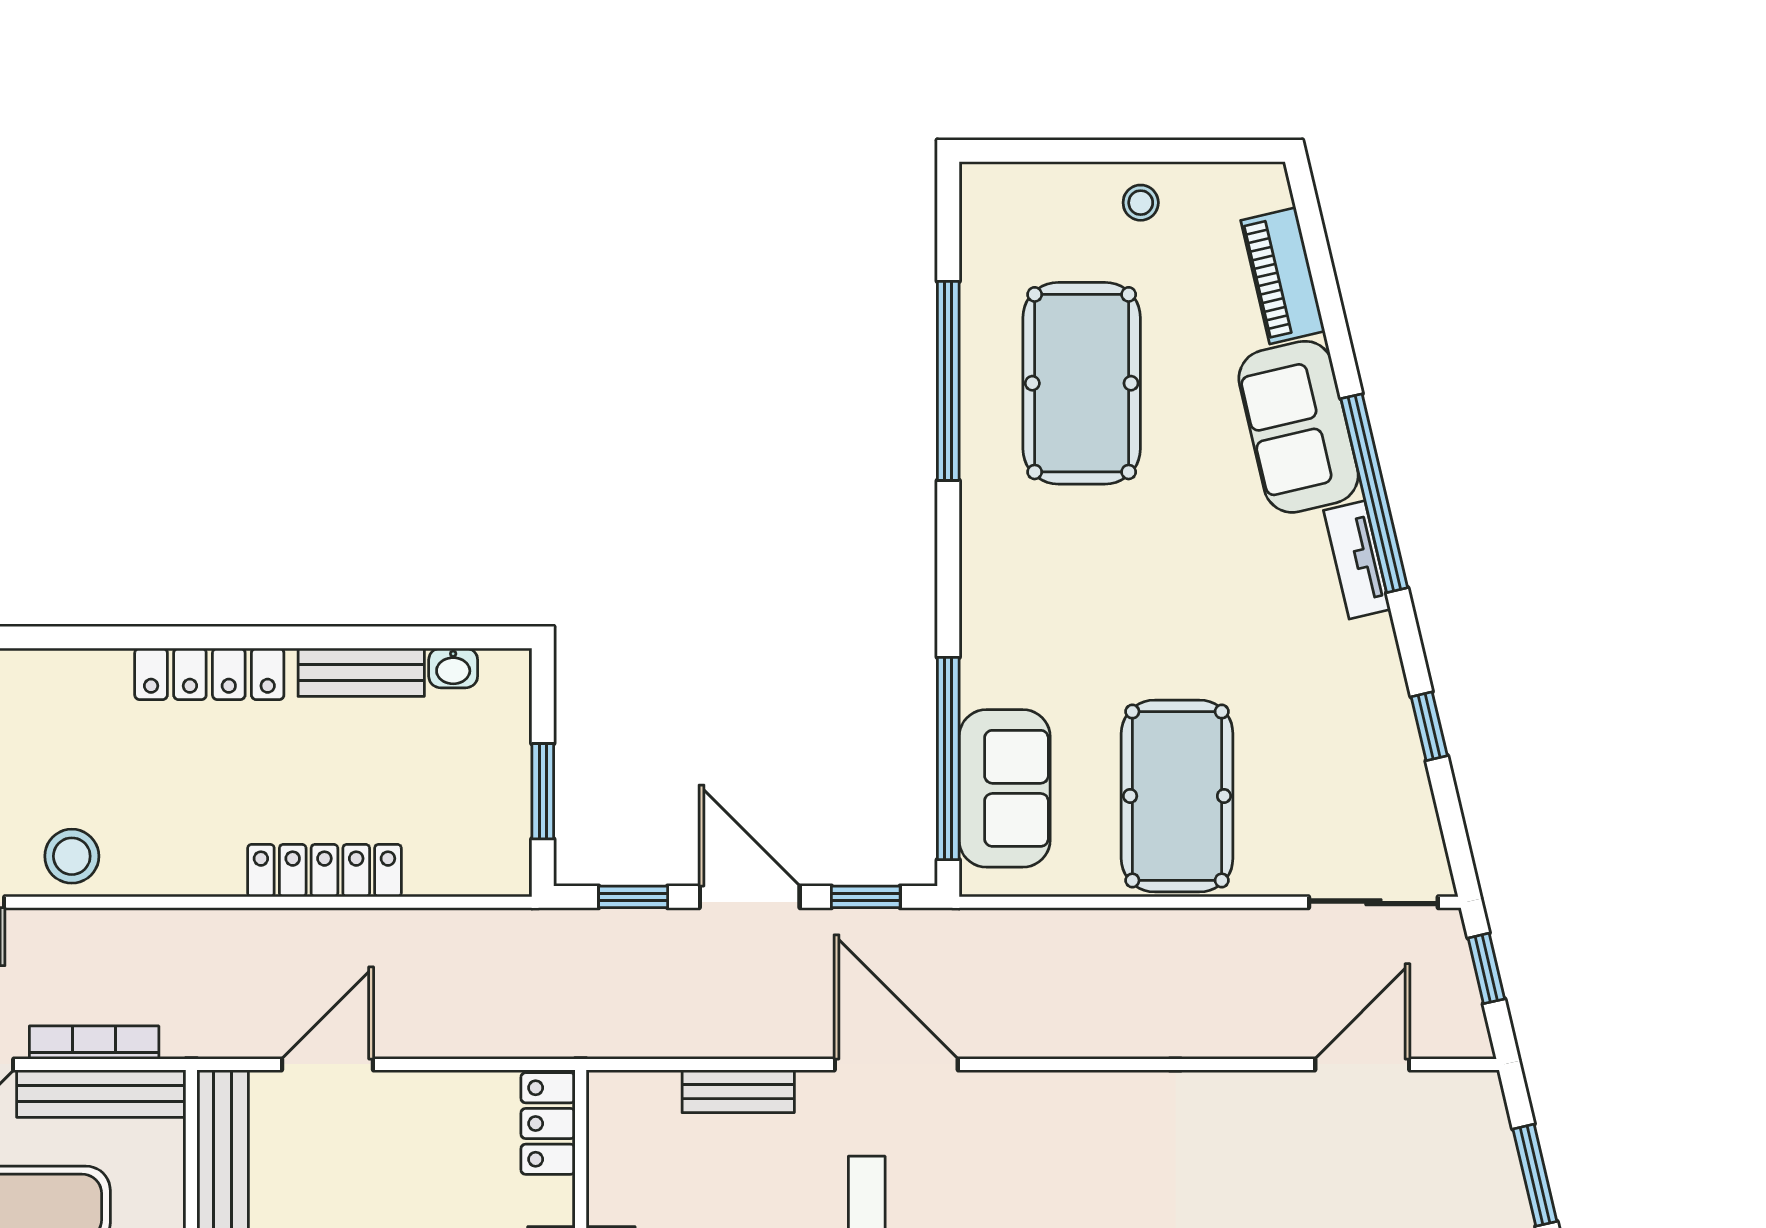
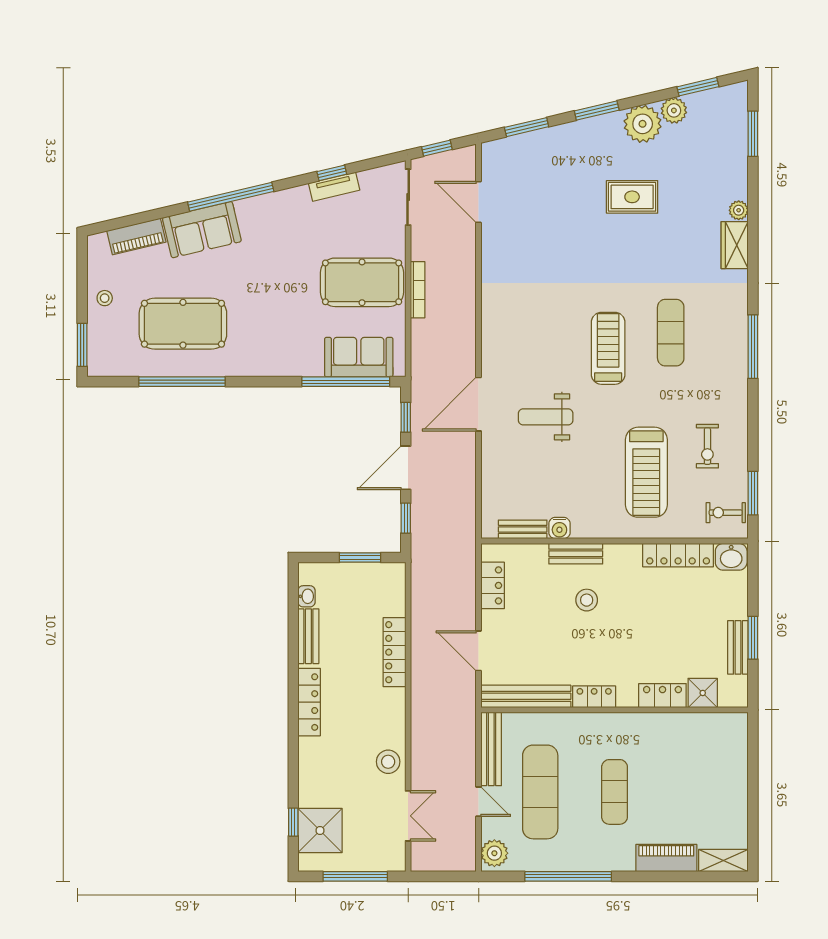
window: (1033, 151) -> (82, 345), added
tv unit: (1357, 560) -> (334, 187), moved
bookcase: (94, 1042) -> (418, 290), moved, turned 180
bench: (738, 1091) -> (523, 529), moved, turned 90
locker: (548, 1124) -> (493, 585), moved, turned -90

